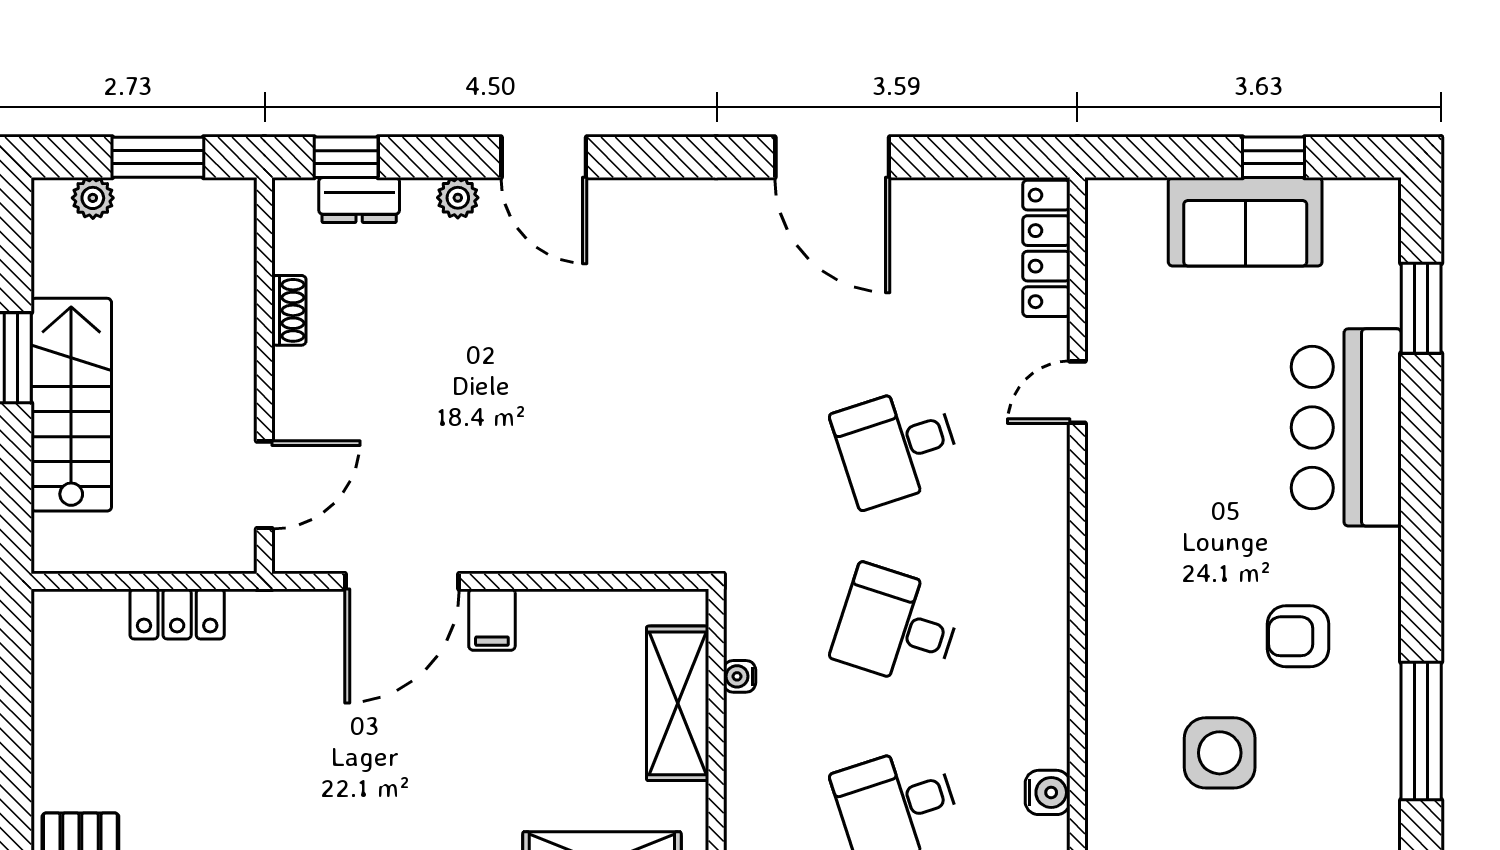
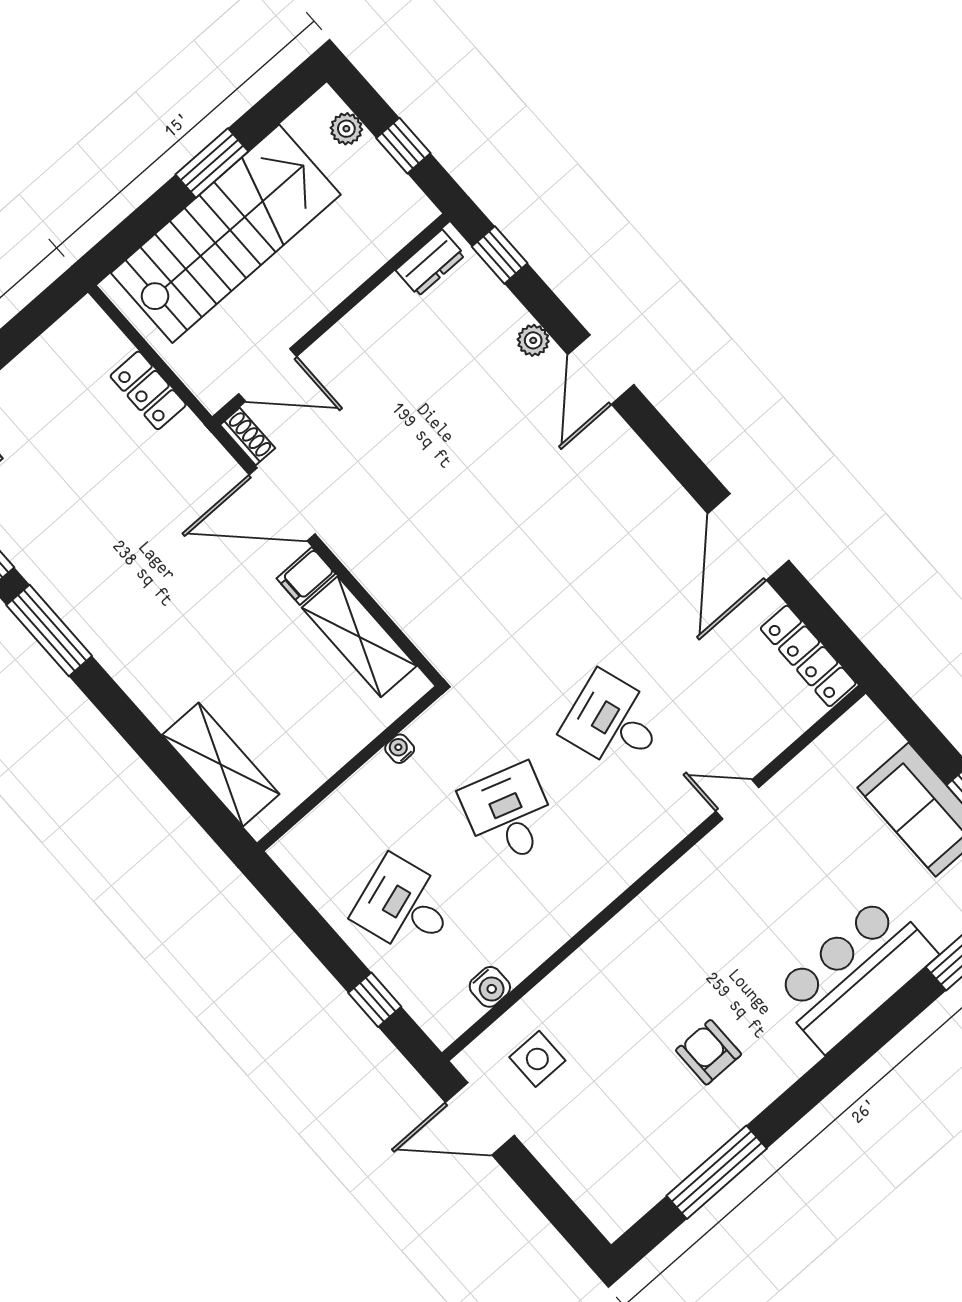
window: (158, 157) -> (403, 146), width x0.67
dresser: (359, 200) -> (430, 263), moved, turned -90
locker: (1046, 248) -> (808, 656), moved, turned -90
shoe rack: (289, 310) -> (248, 436), moved, turned -90
stairs: (71, 405) -> (226, 234), width x1.36, depth x1.51
shelving: (678, 703) -> (359, 637), moved, turned 90
side table: (1220, 753) -> (537, 1059), moved, width x0.73, depth x0.73

